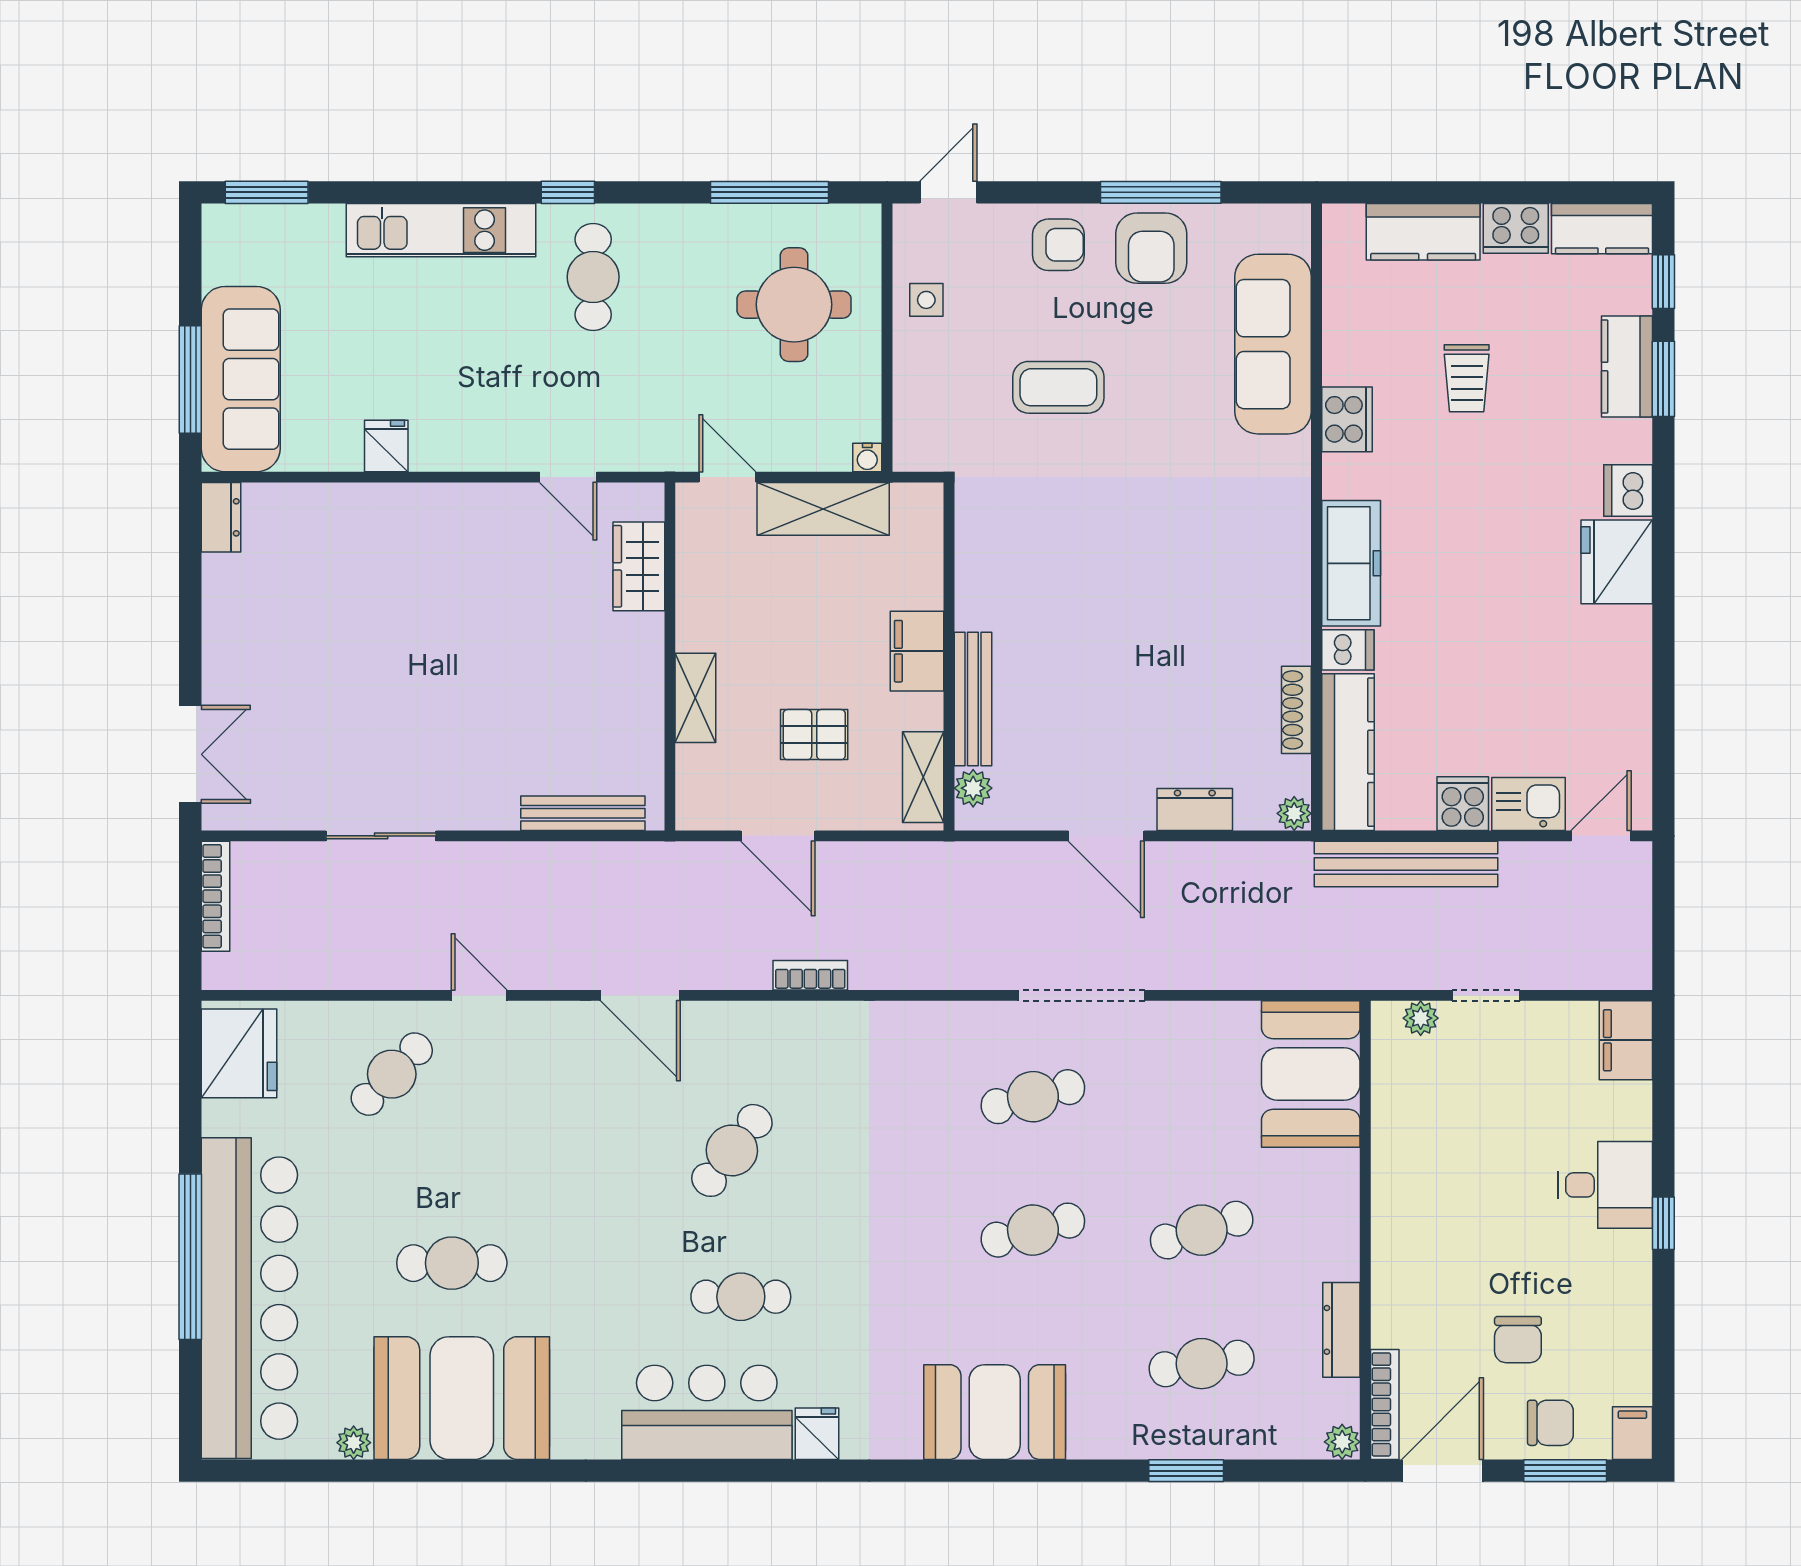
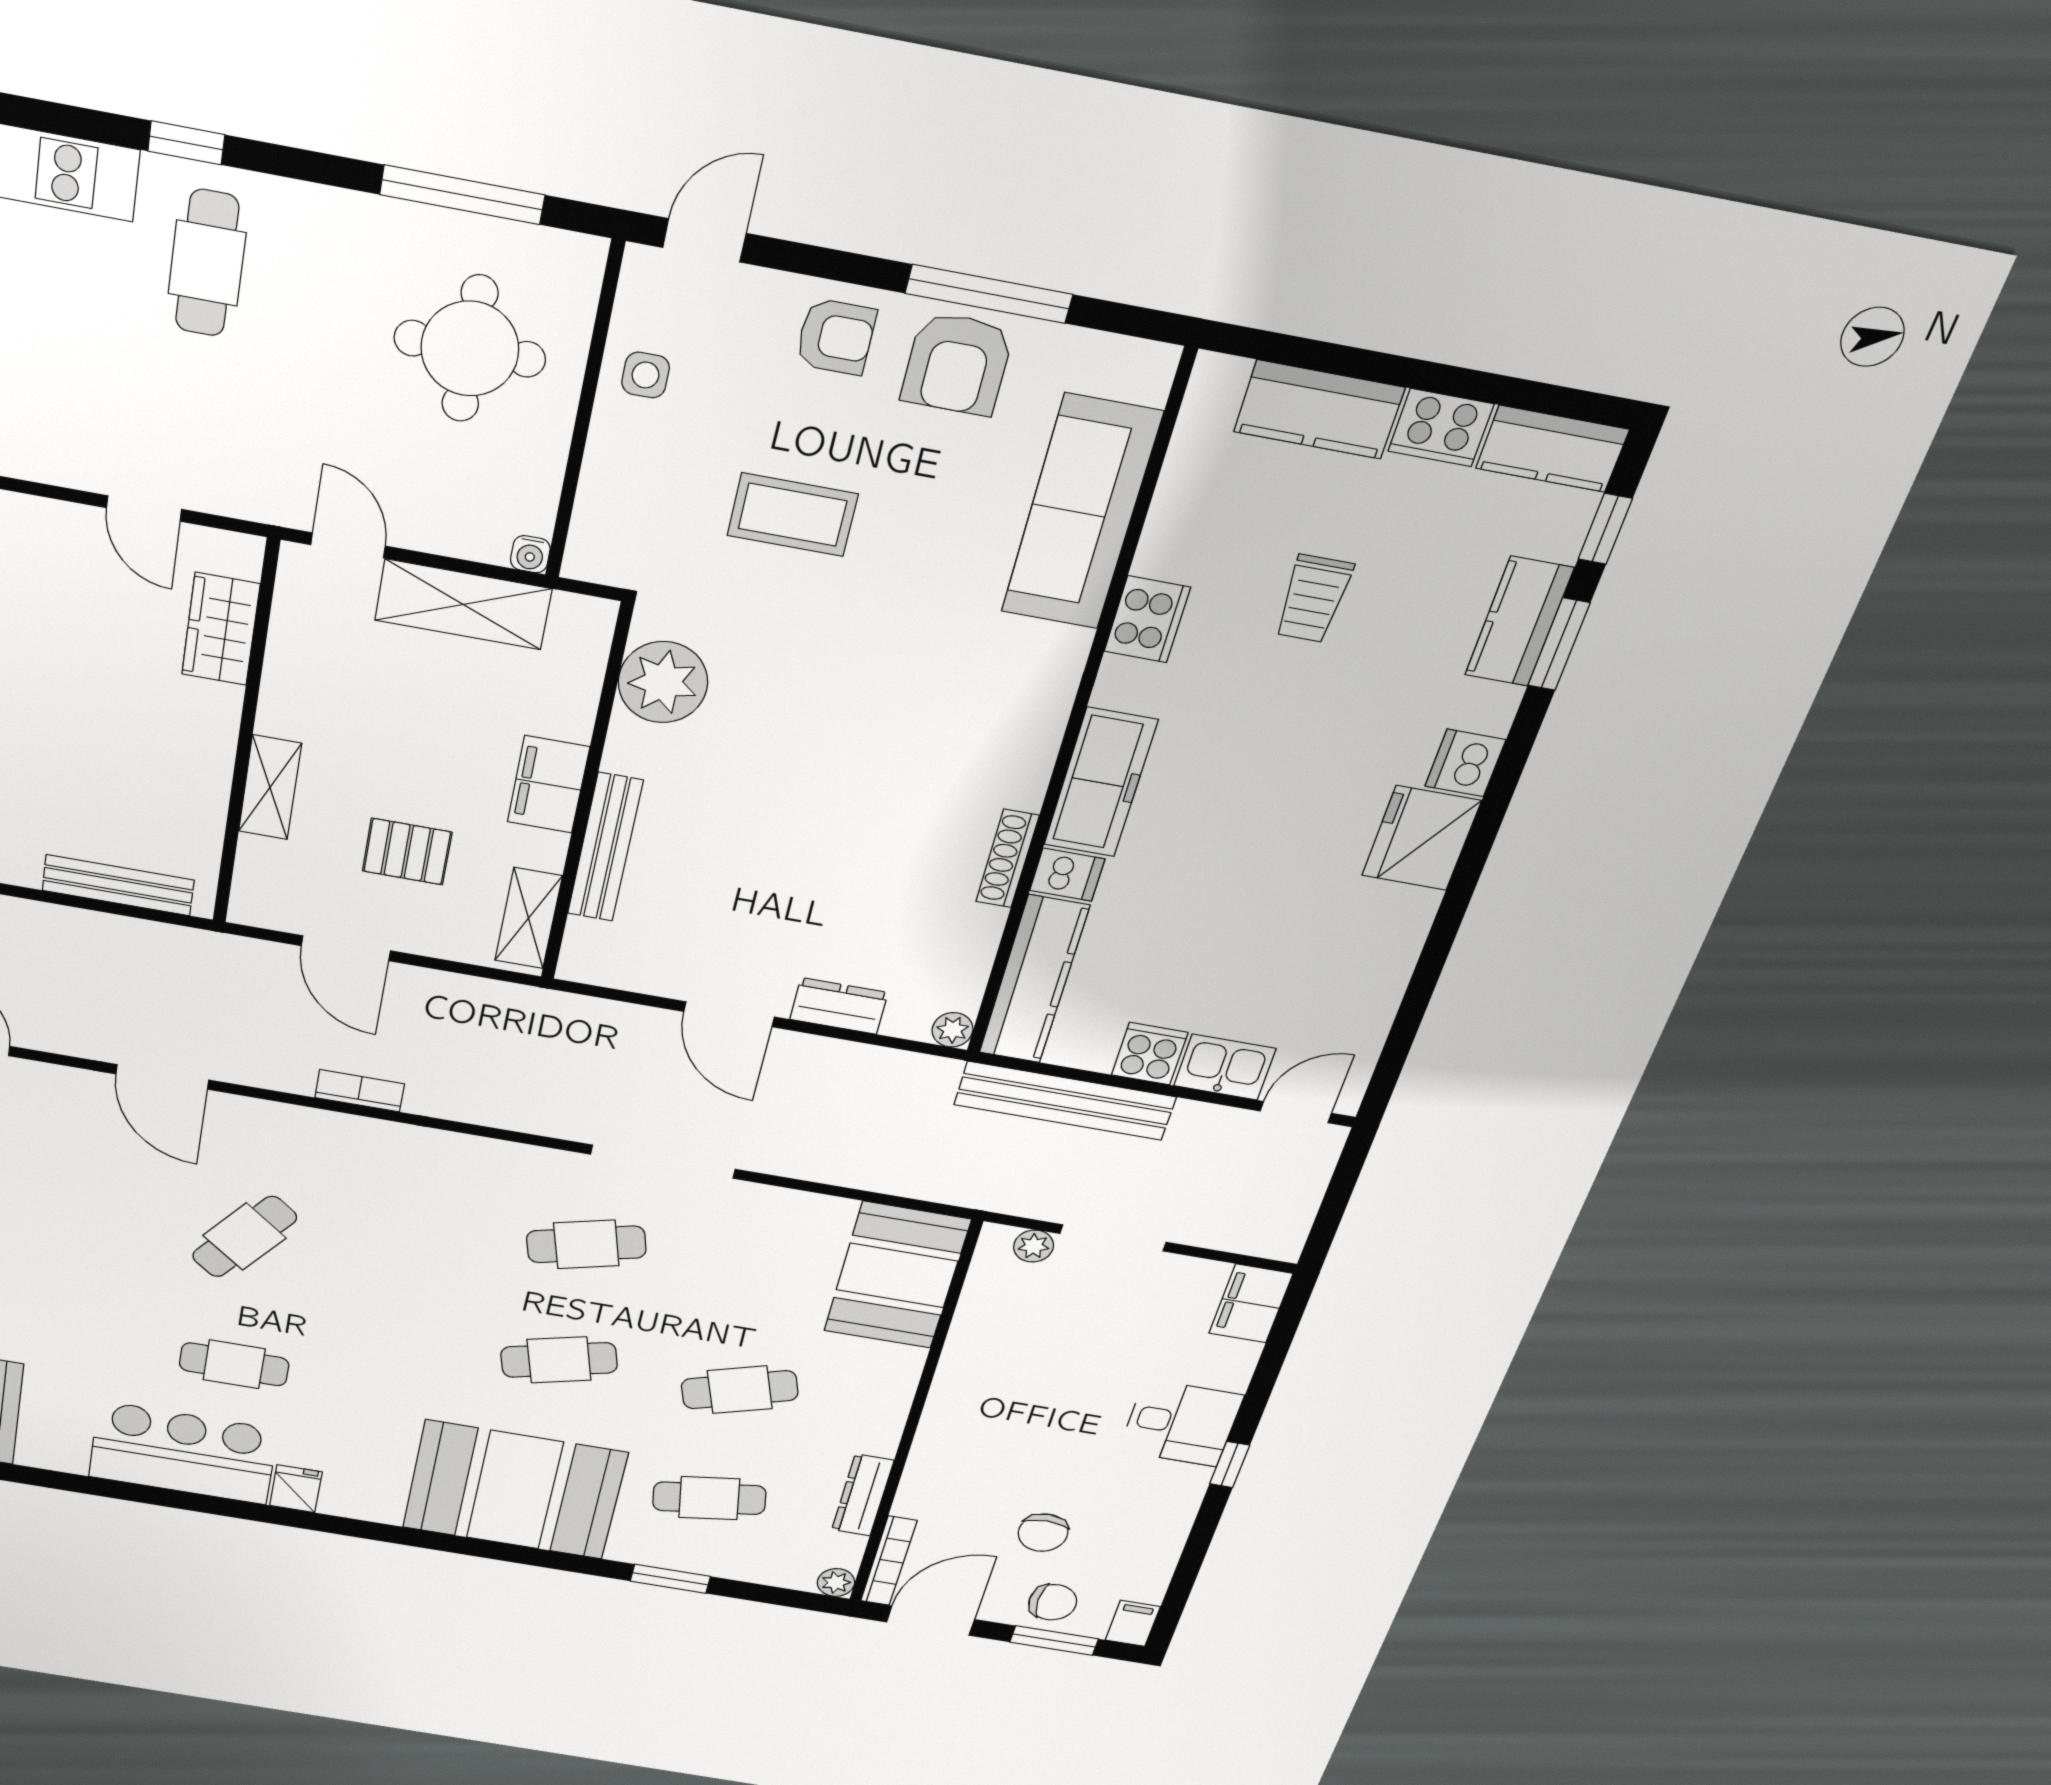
shoe rack: (1296, 710) -> (1007, 859), moved
plant: (973, 788) -> (663, 682), moved, width x1.88, depth x1.88
doorway: (1486, 995) -> (1113, 1238), width x1.38
booth: (995, 1412) -> (515, 1490), width x1.36, depth x1.42

